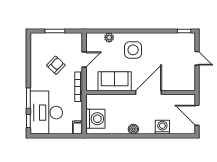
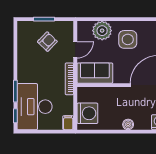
plant: (109, 37) -> (102, 31), width x1.88, depth x1.88
armchair: (56, 65) -> (47, 42), moved
sofa: (115, 81) -> (95, 73), moved

